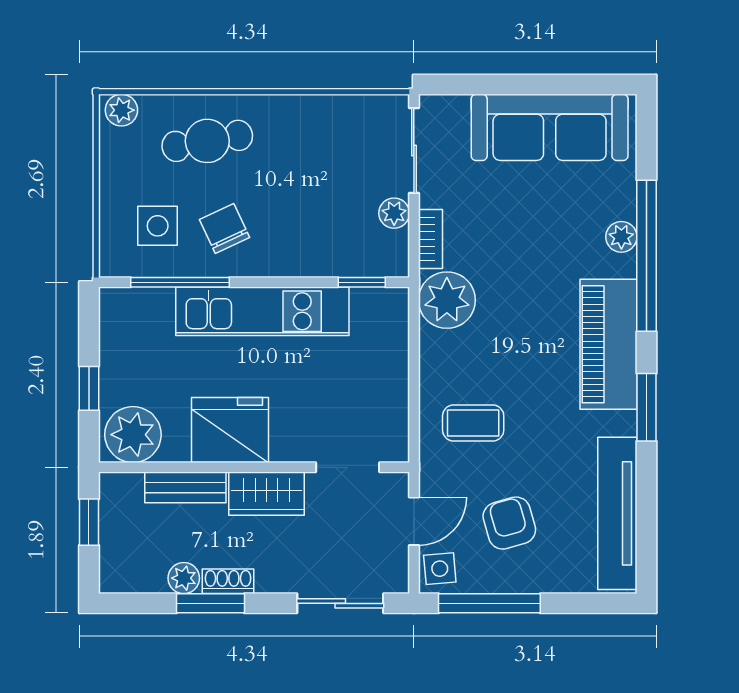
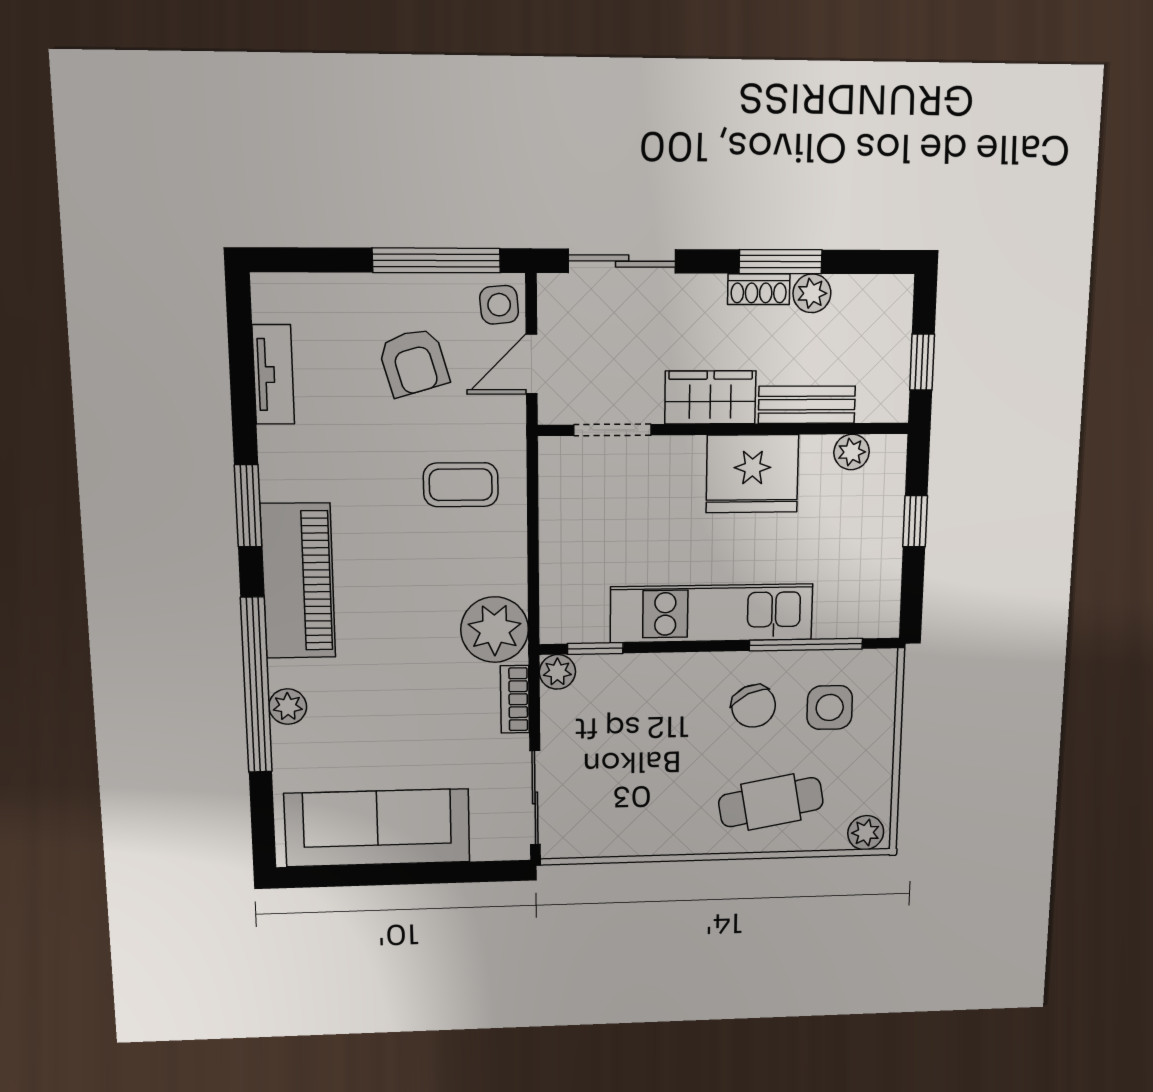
plant: (394, 213) -> (557, 672), moved
plant: (133, 435) -> (852, 452), width x0.53, depth x0.53
tv unit: (617, 513) -> (273, 375), width x0.52, depth x0.78

